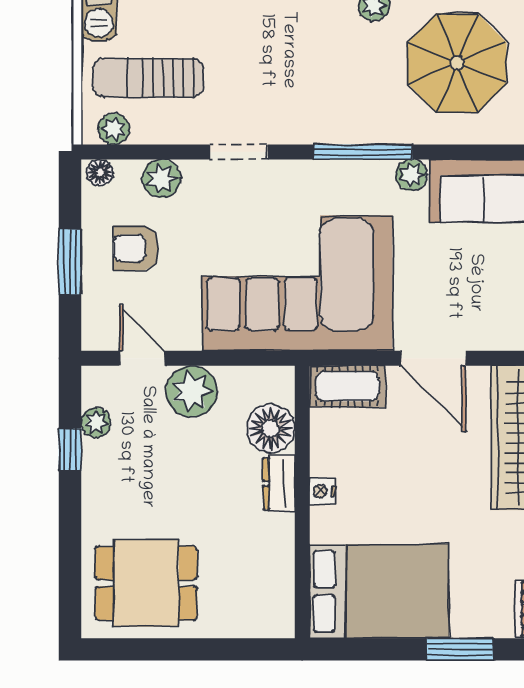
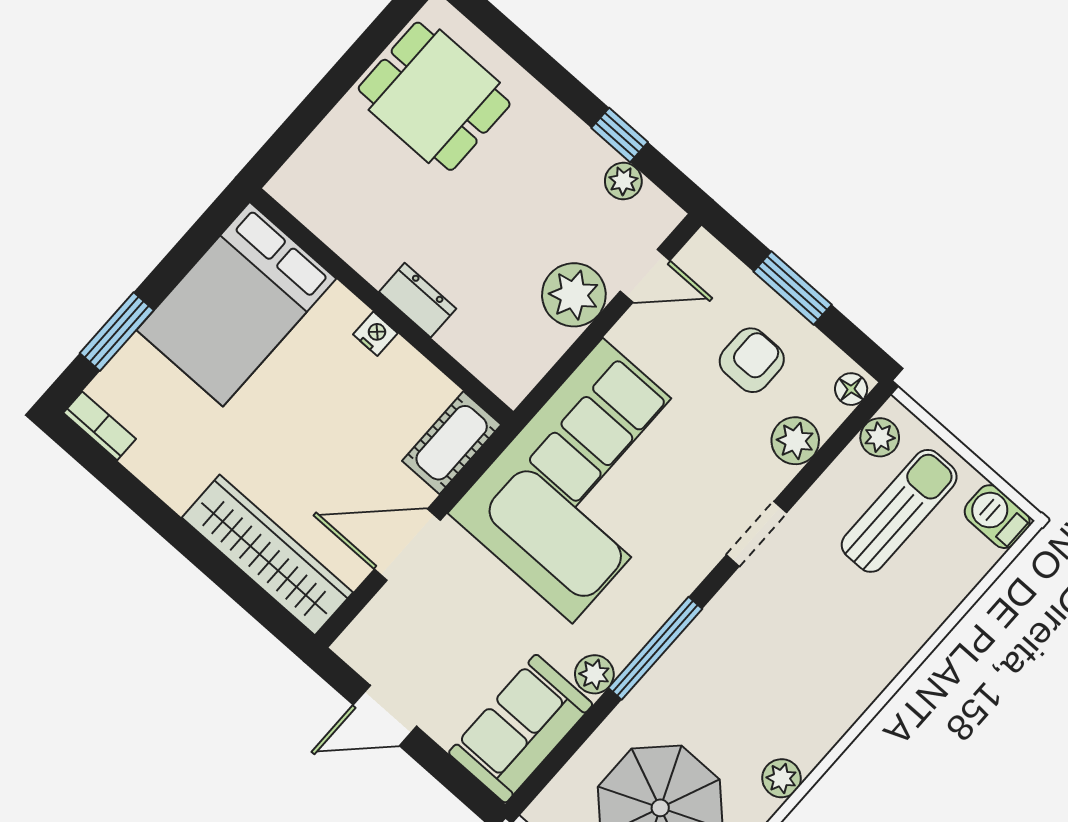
floor lamp: (271, 428) -> (475, 338), removed
dining table: (146, 583) -> (434, 96), turned 90

